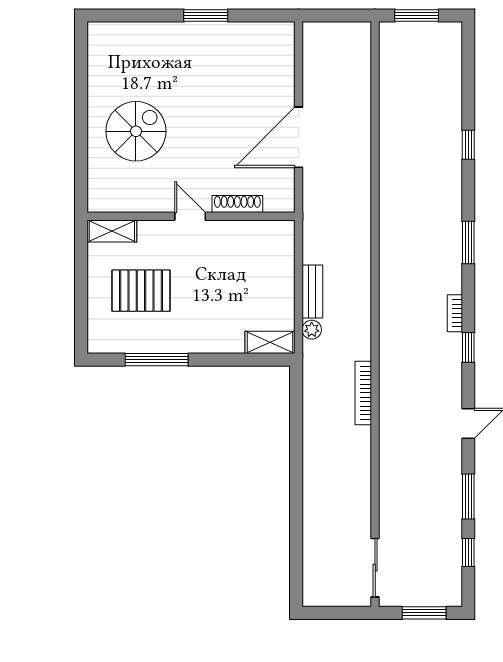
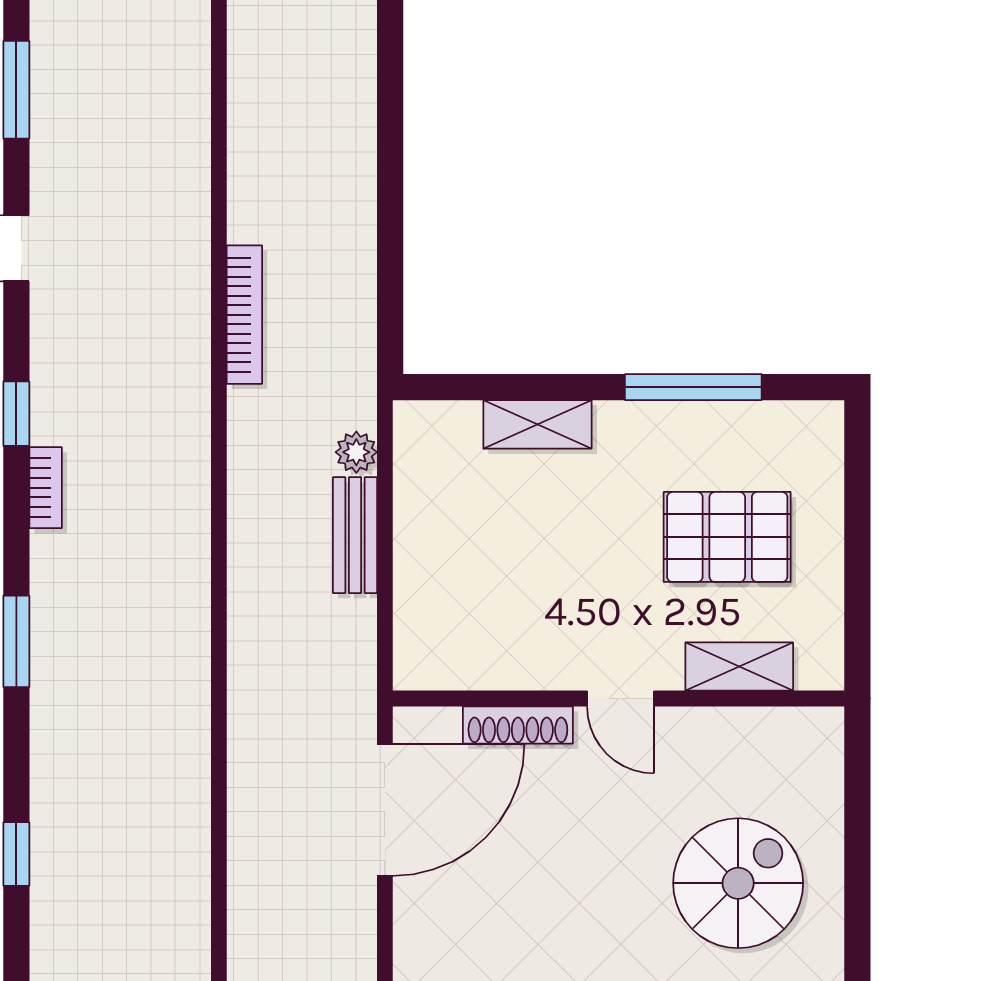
spiral stairs: (136, 131) -> (738, 883), turned 180
door: (299, 137) -> (385, 810), moved
shelving: (112, 231) -> (739, 666), moved
shelving: (270, 342) -> (537, 424), moved

